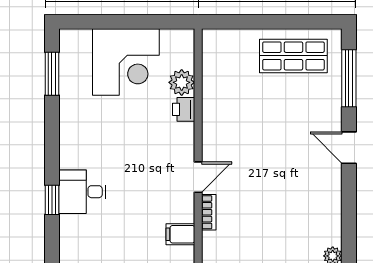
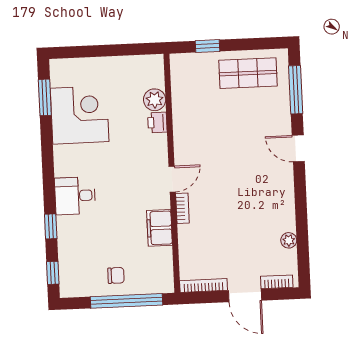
window: (247, 22) -> (207, 46), added
corner desk: (126, 62) -> (80, 115), moved, turned -90
window: (52, 200) -> (51, 226), moved
filing cabinet: (180, 234) -> (159, 228), width x2.00

